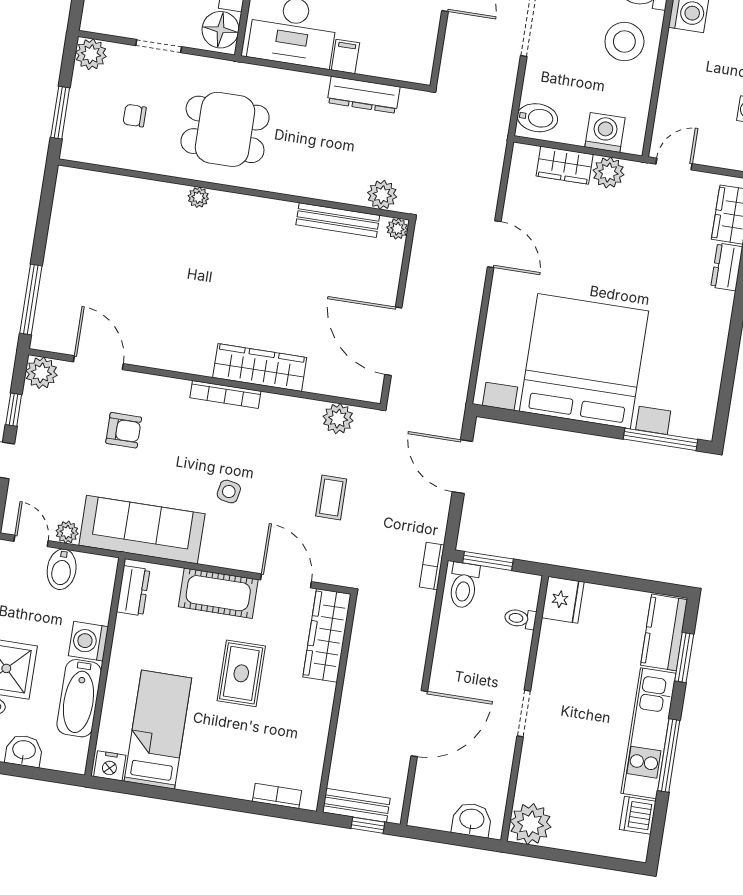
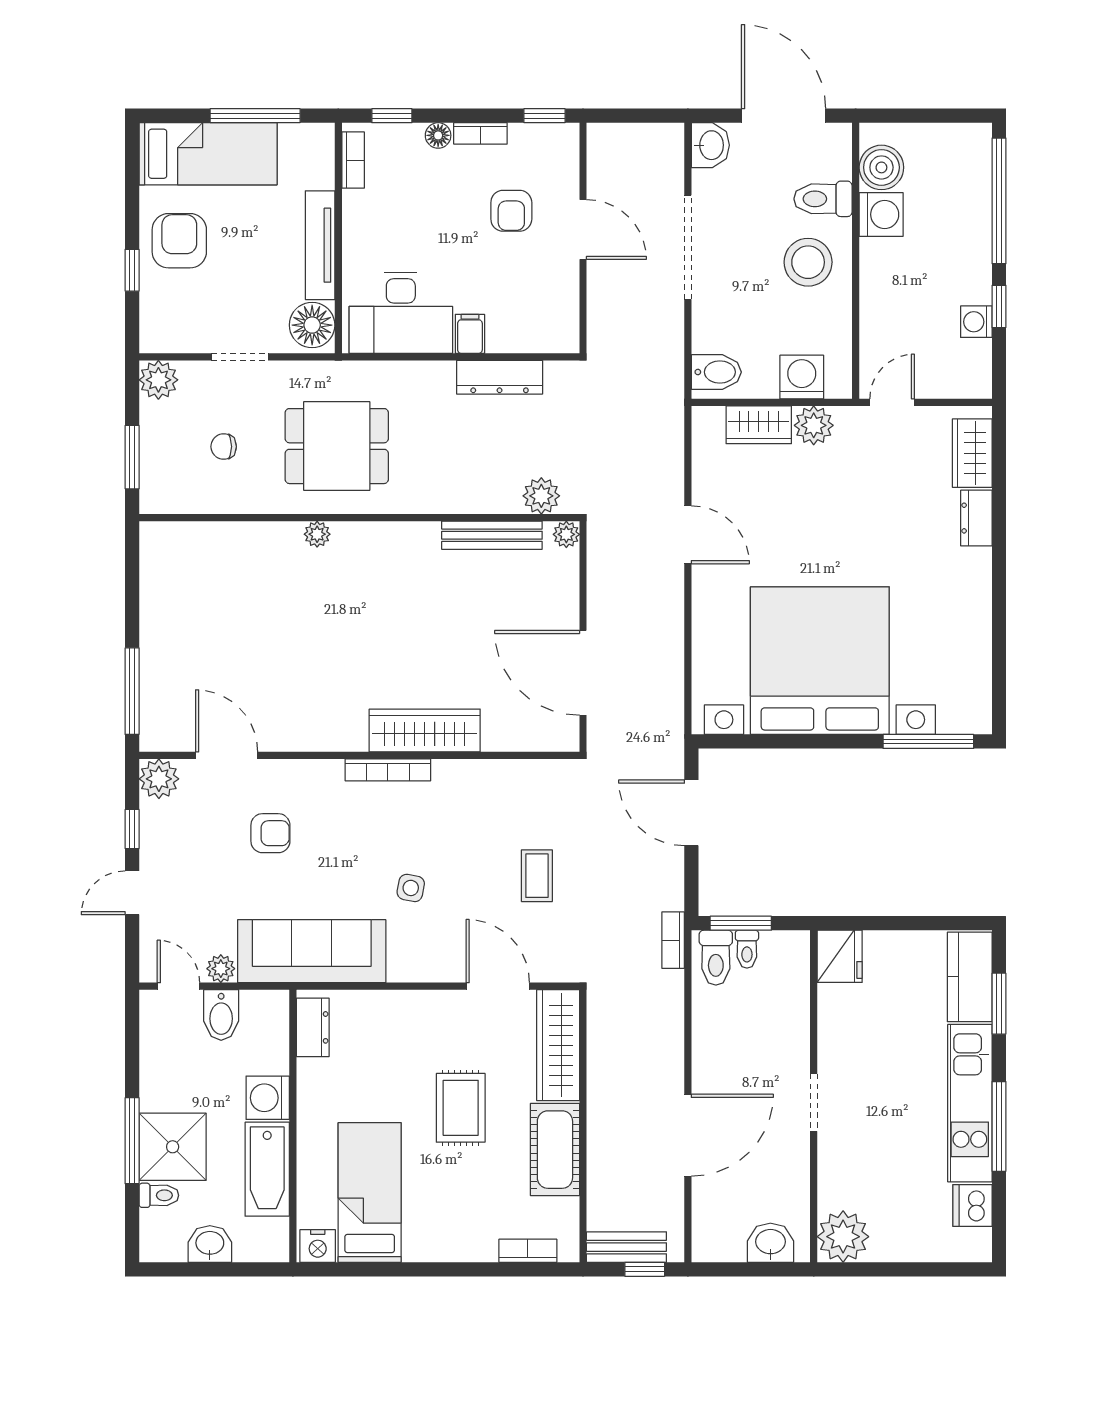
plant: (338, 419) -> (530, 778), removed
cot: (218, 593) -> (555, 1150), moved, turned 90
toilet: (520, 619) -> (747, 949), moved, turned -90

